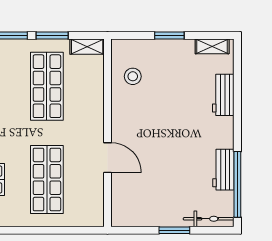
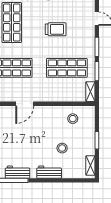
stool: (182, 94) -> (62, 148), added
workbench: (223, 95) -> (49, 172), moved

